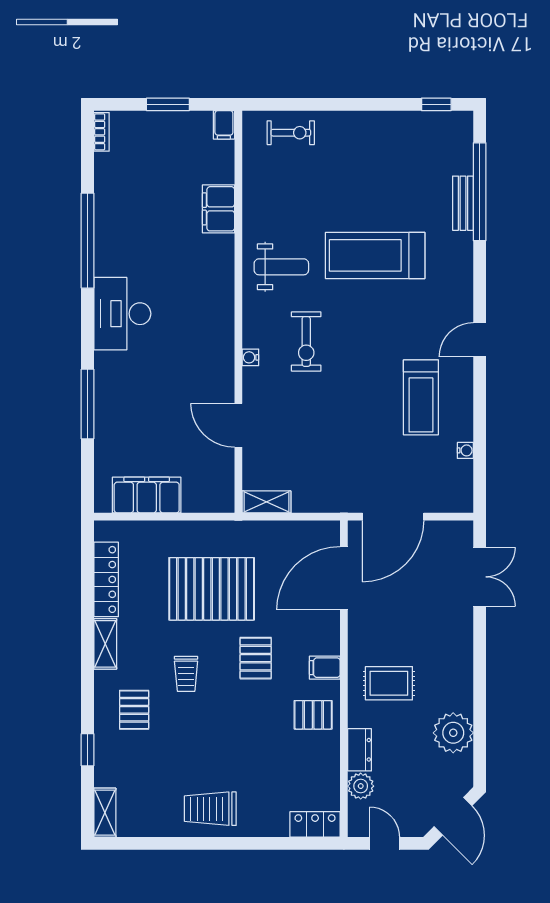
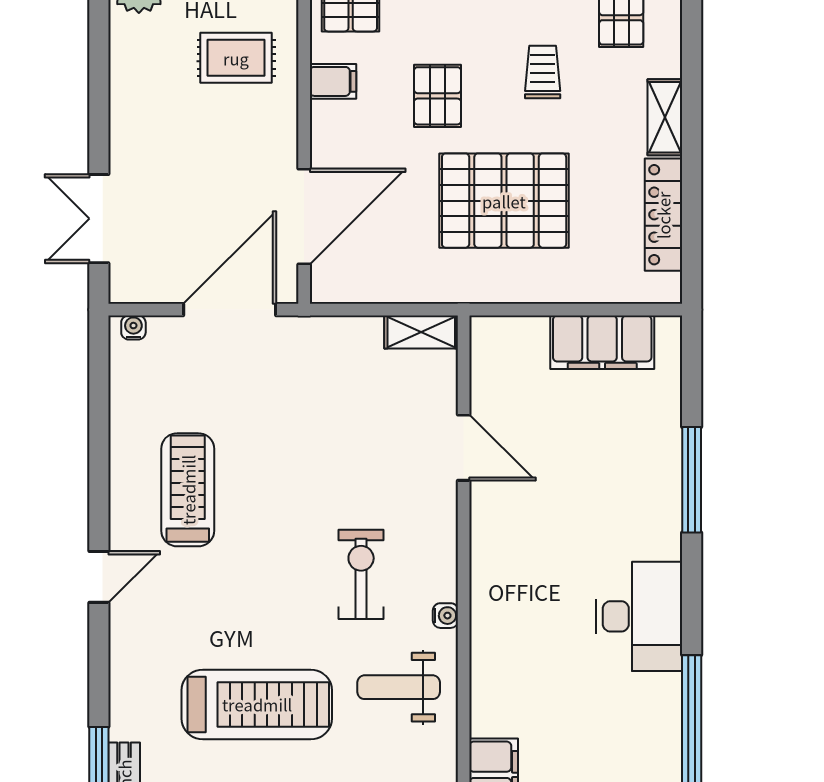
water cooler: (250, 357) -> (445, 616), moved
water cooler: (465, 450) -> (133, 327), moved, turned 90

